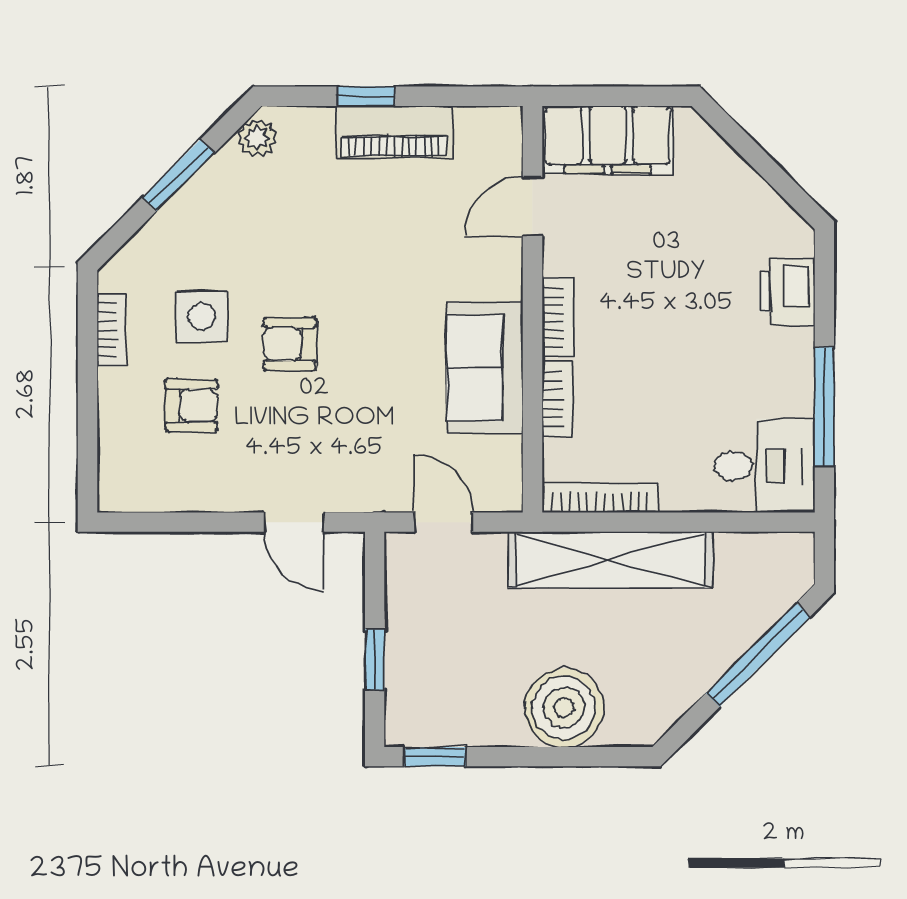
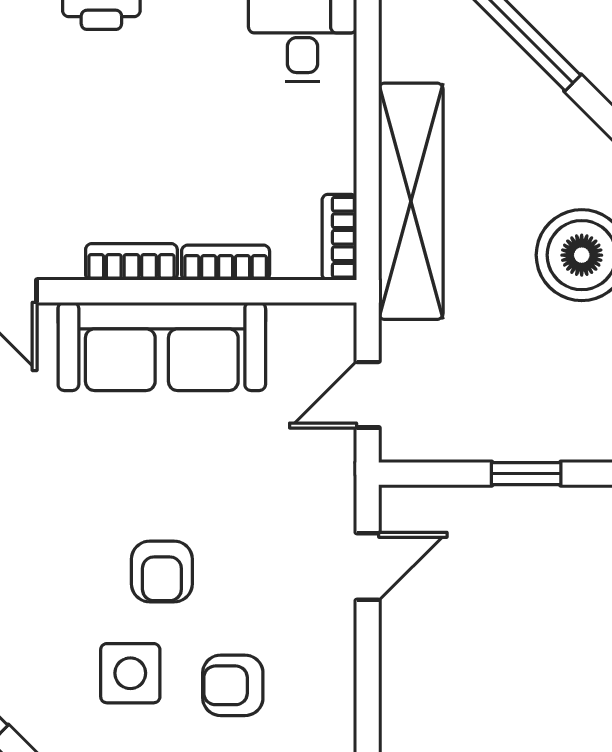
sofa: (485, 368) -> (162, 346), width x1.36
armchair: (191, 405) -> (233, 685), turned -90
bookcase: (600, 498) -> (339, 237), width x0.64

